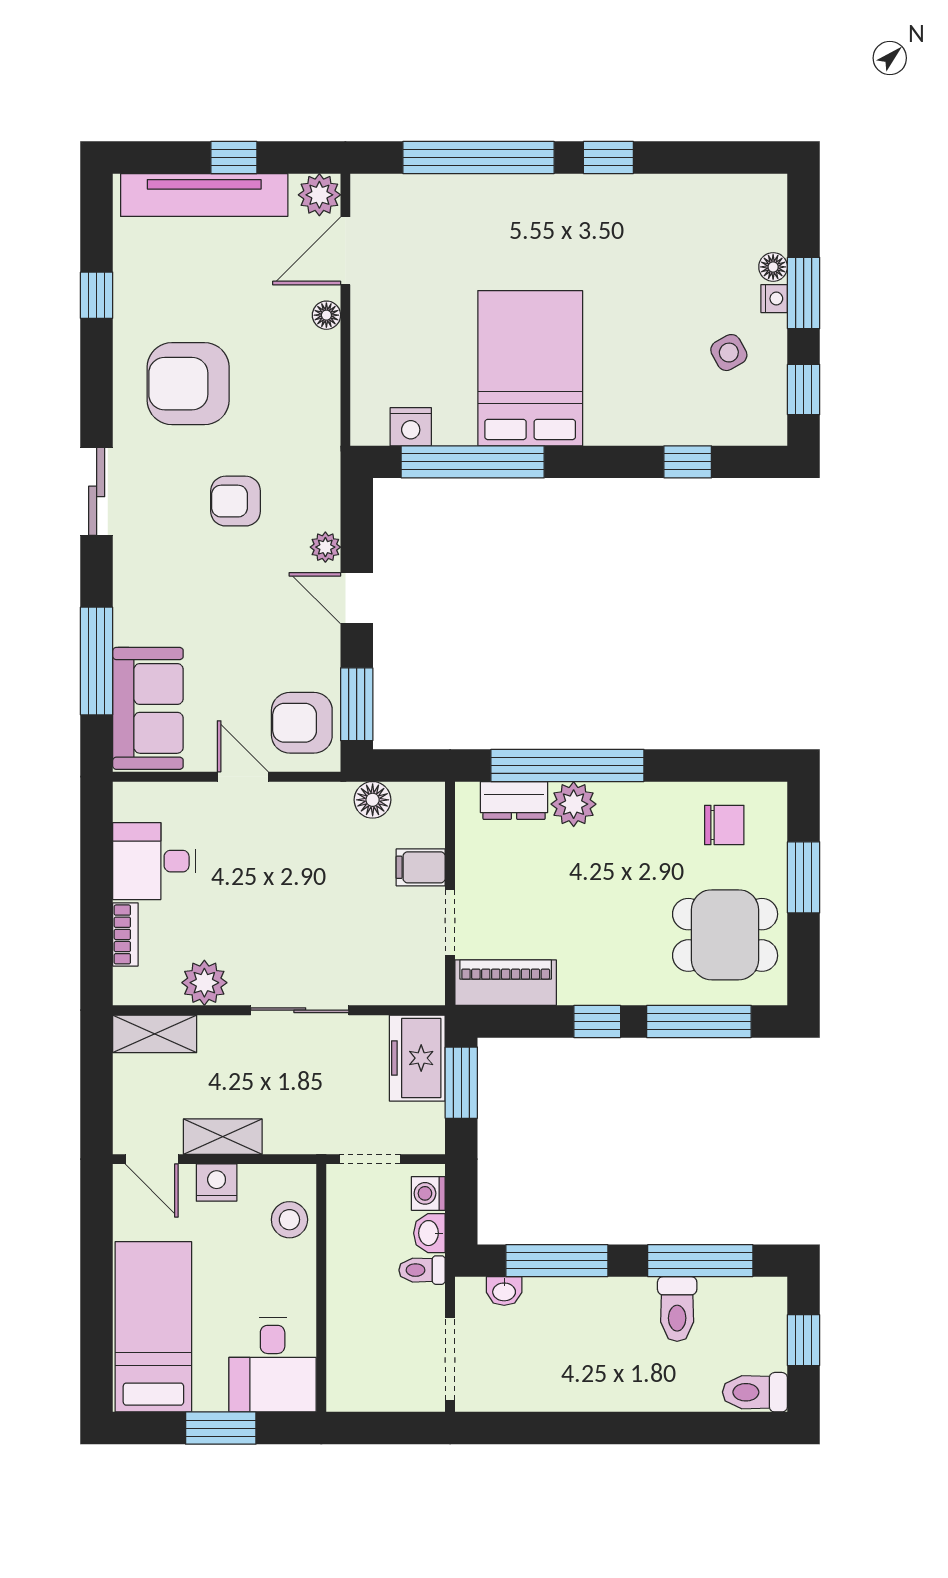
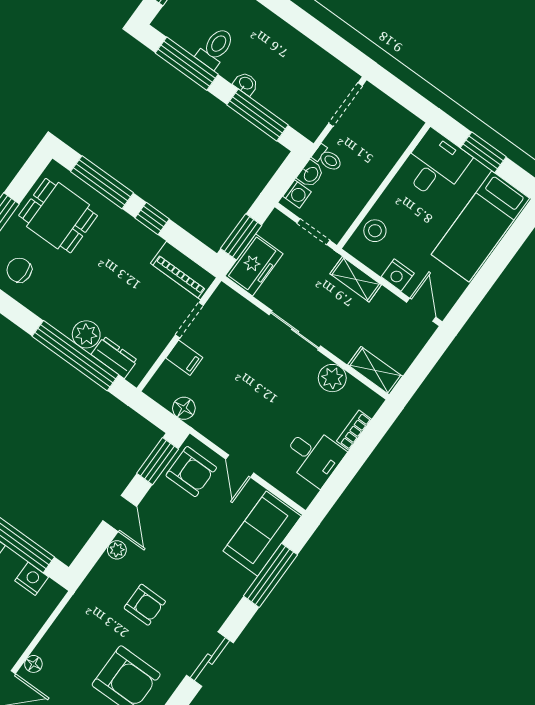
shelving: (223, 1137) -> (356, 279), moved
washbasin: (504, 1291) -> (246, 84), moved

